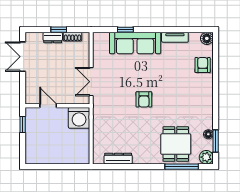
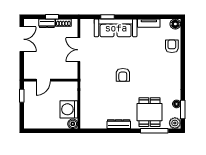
double door: (23, 57) -> (22, 39), swing flipped
double door: (91, 82) -> (79, 50), moved
door: (48, 106) -> (43, 80), swing flipped
washing machine: (79, 118) -> (69, 109), moved, turned 90
boiler: (84, 158) -> (73, 124), added
dresser: (118, 159) -> (119, 124), moved

